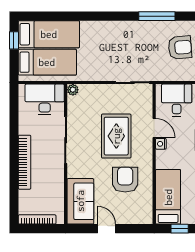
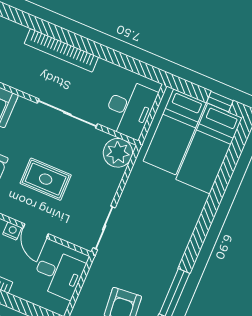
plant: (73, 90) -> (118, 153), width x1.87, depth x1.87
door: (154, 128) -> (36, 231), hinge flipped
rug: (116, 136) -> (46, 179), width x0.73, depth x0.70

